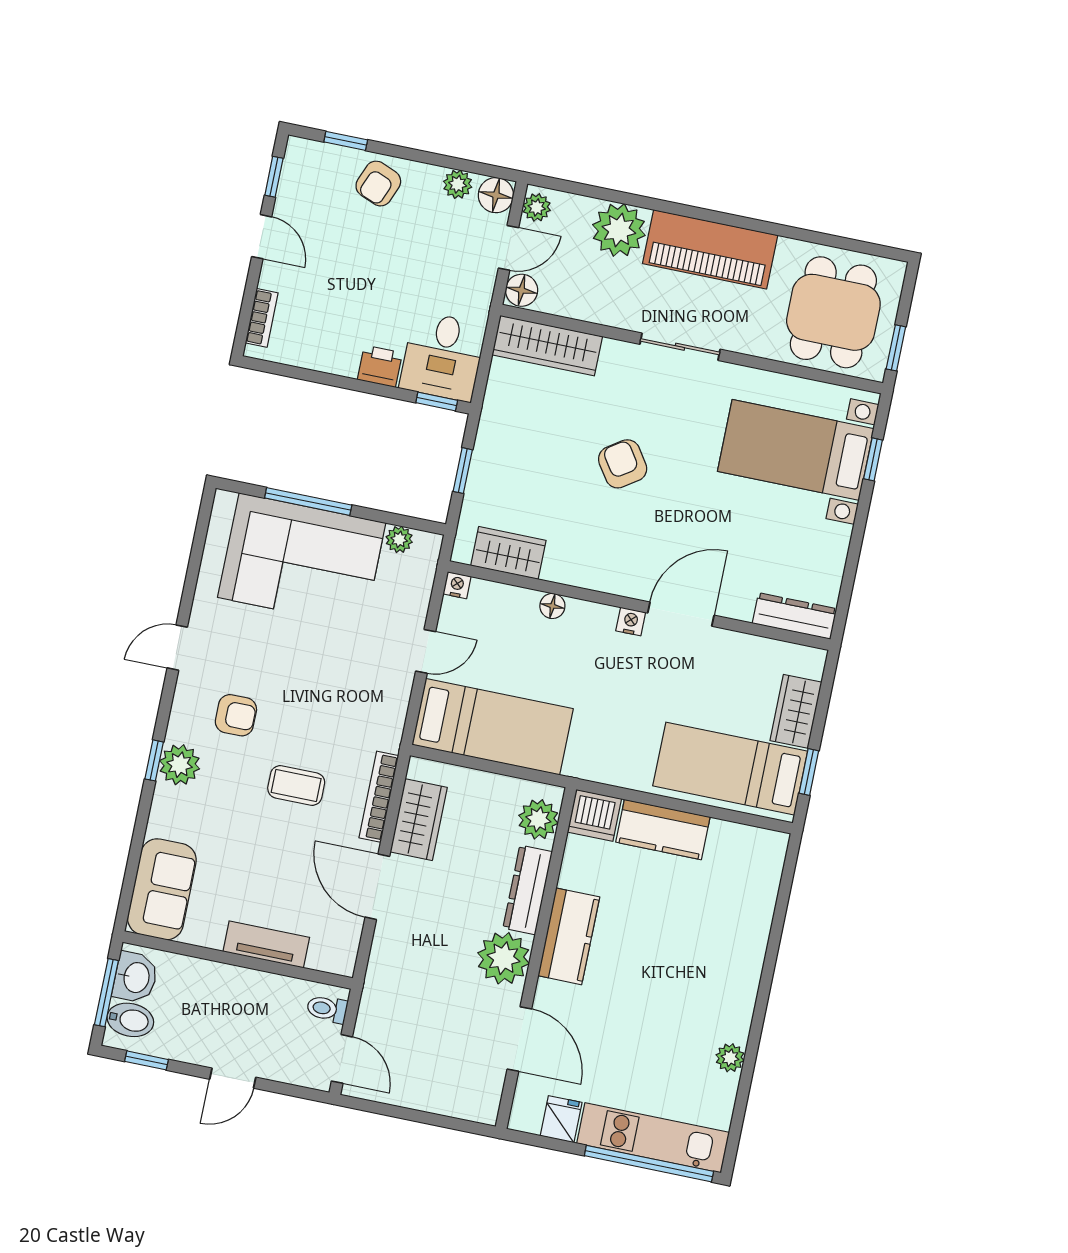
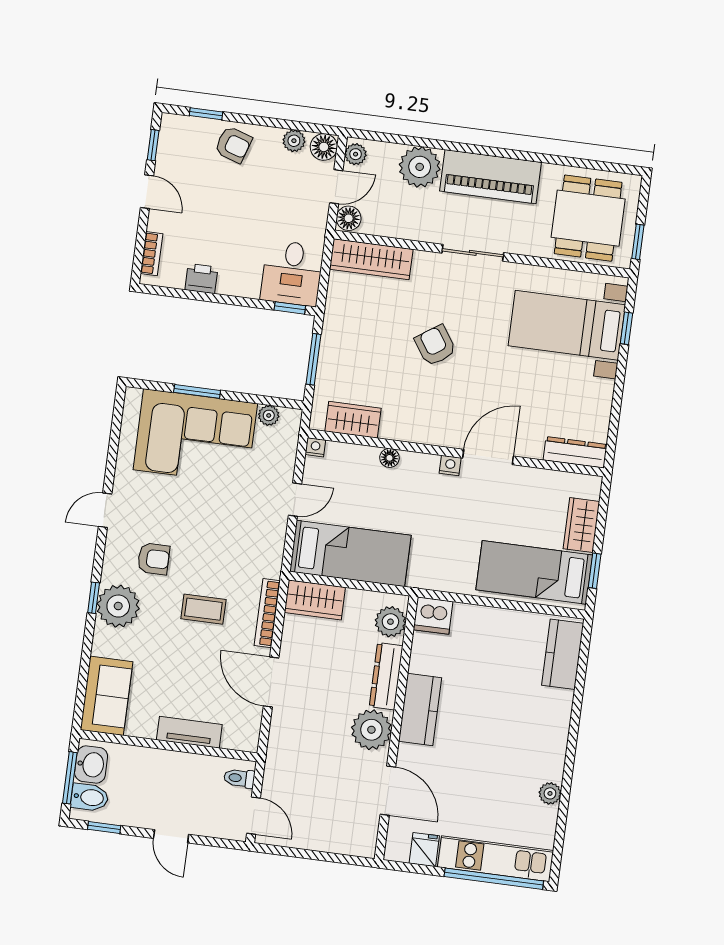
armchair: (378, 184) -> (233, 145), turned -94
printer: (380, 366) -> (201, 279), moved
window: (463, 471) -> (314, 359), width x1.50
window: (308, 501) -> (197, 391), width x0.69
plant: (180, 765) -> (118, 606), width x1.36, depth x1.36
wardrobe: (419, 820) -> (315, 600), moved, turned 90
kitchen counter: (663, 830) -> (563, 654), moved, turned 90
door: (233, 1078) -> (171, 836), hinge flipped

